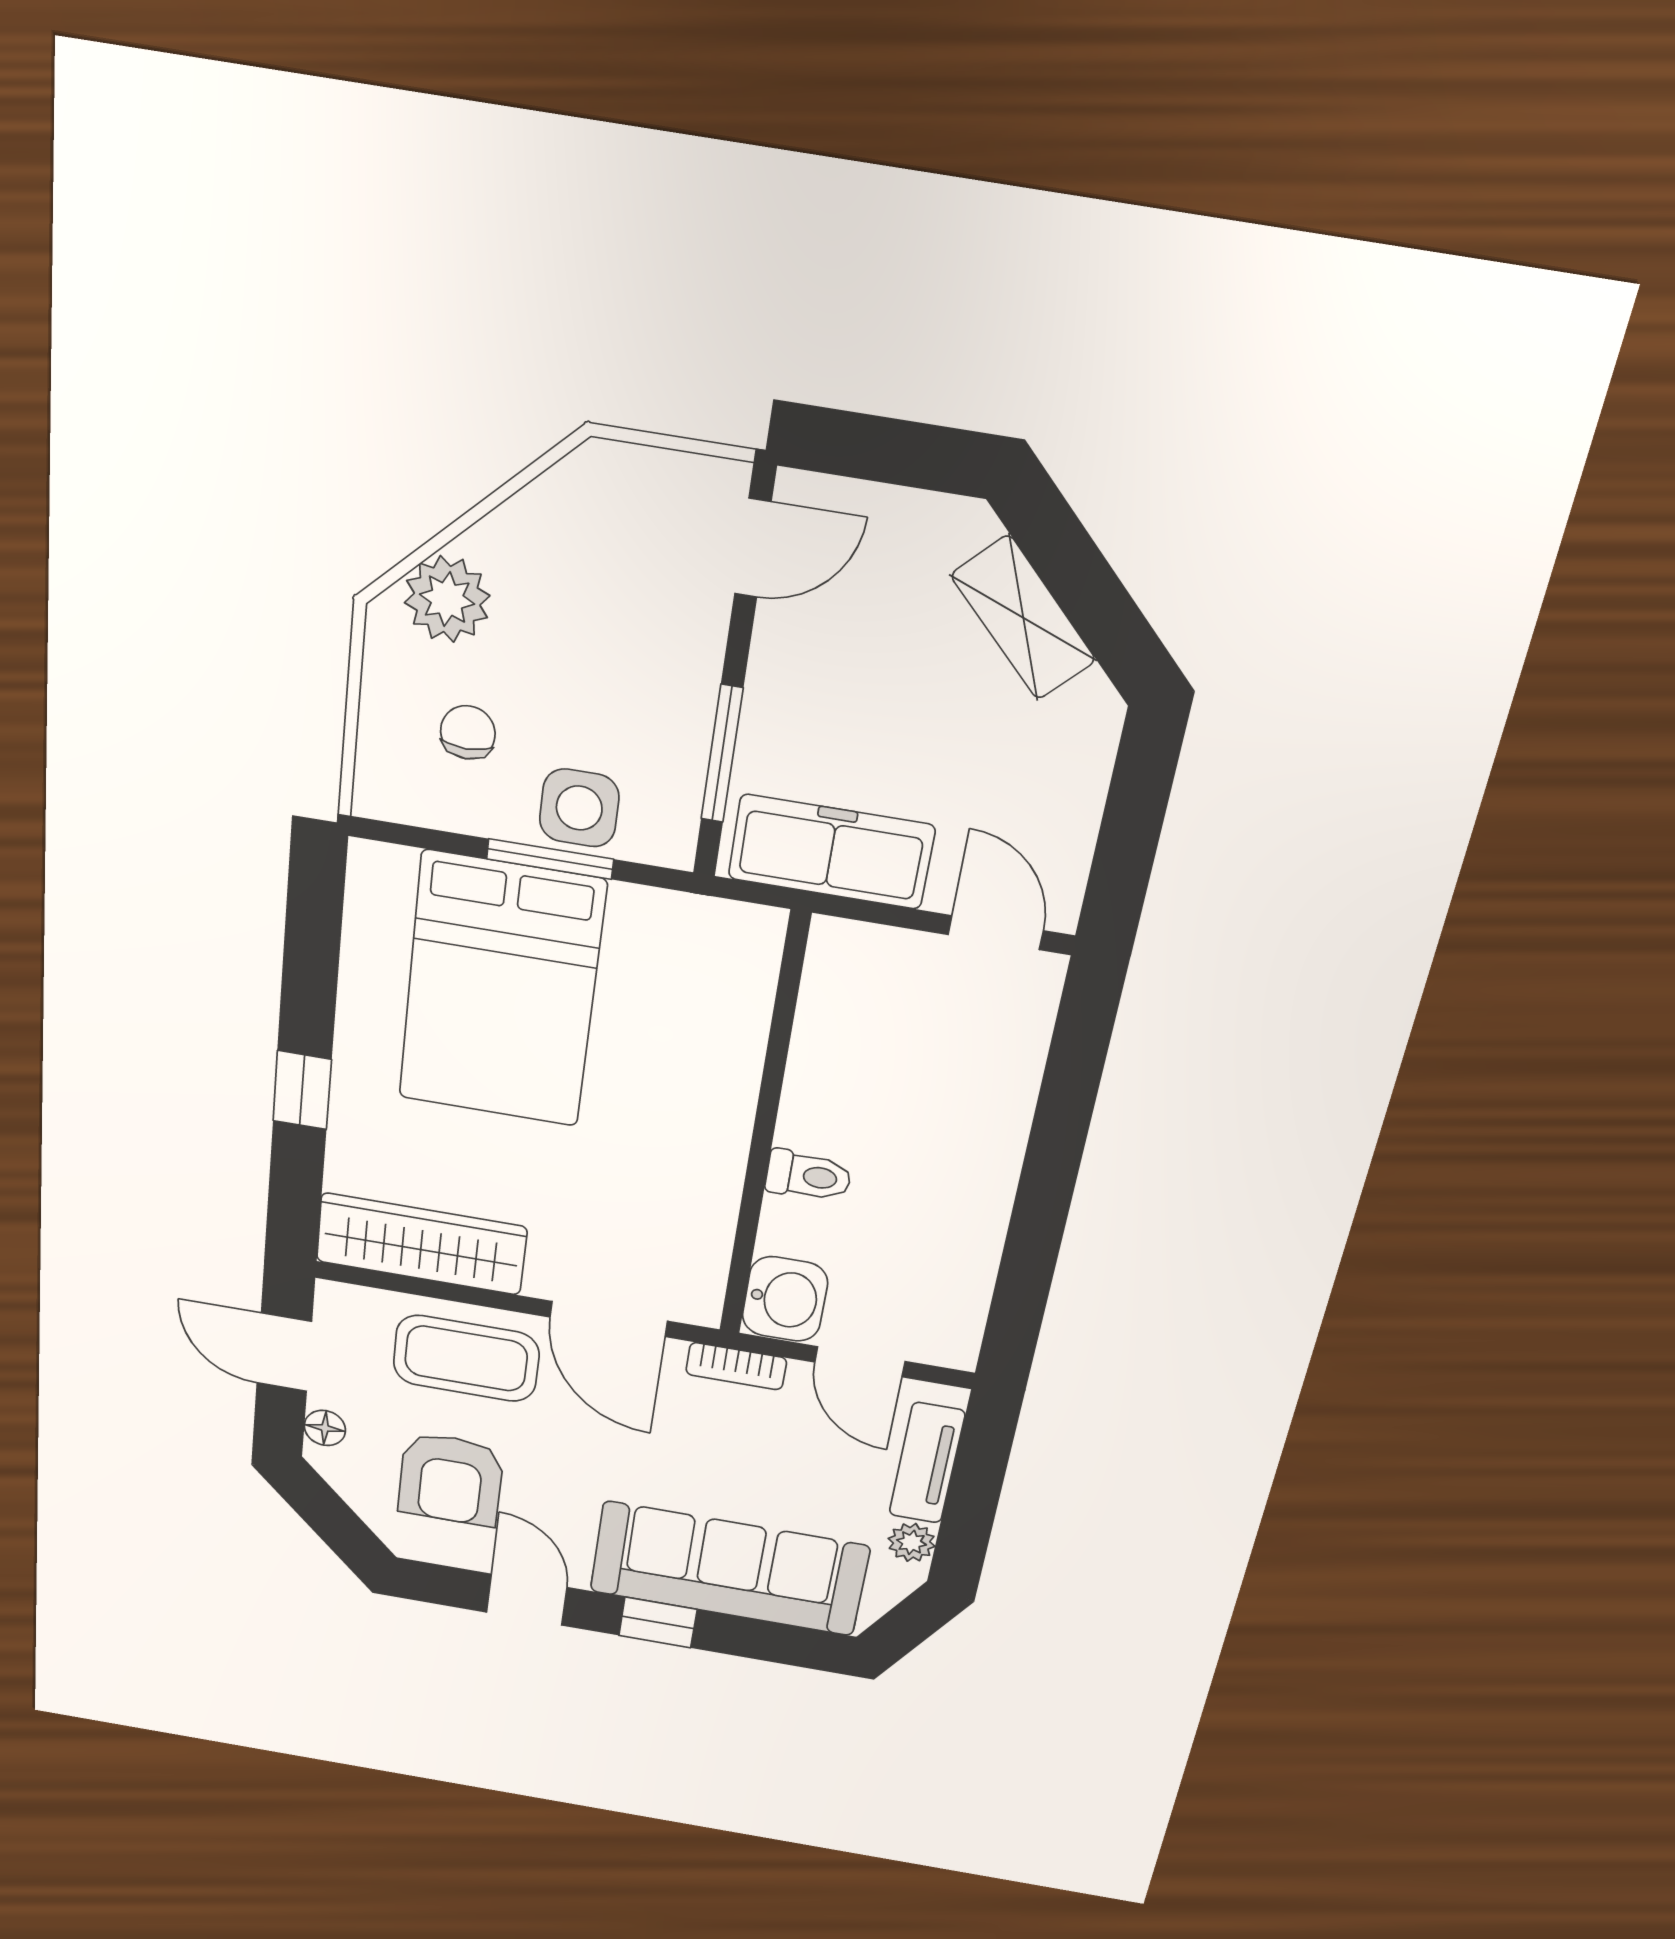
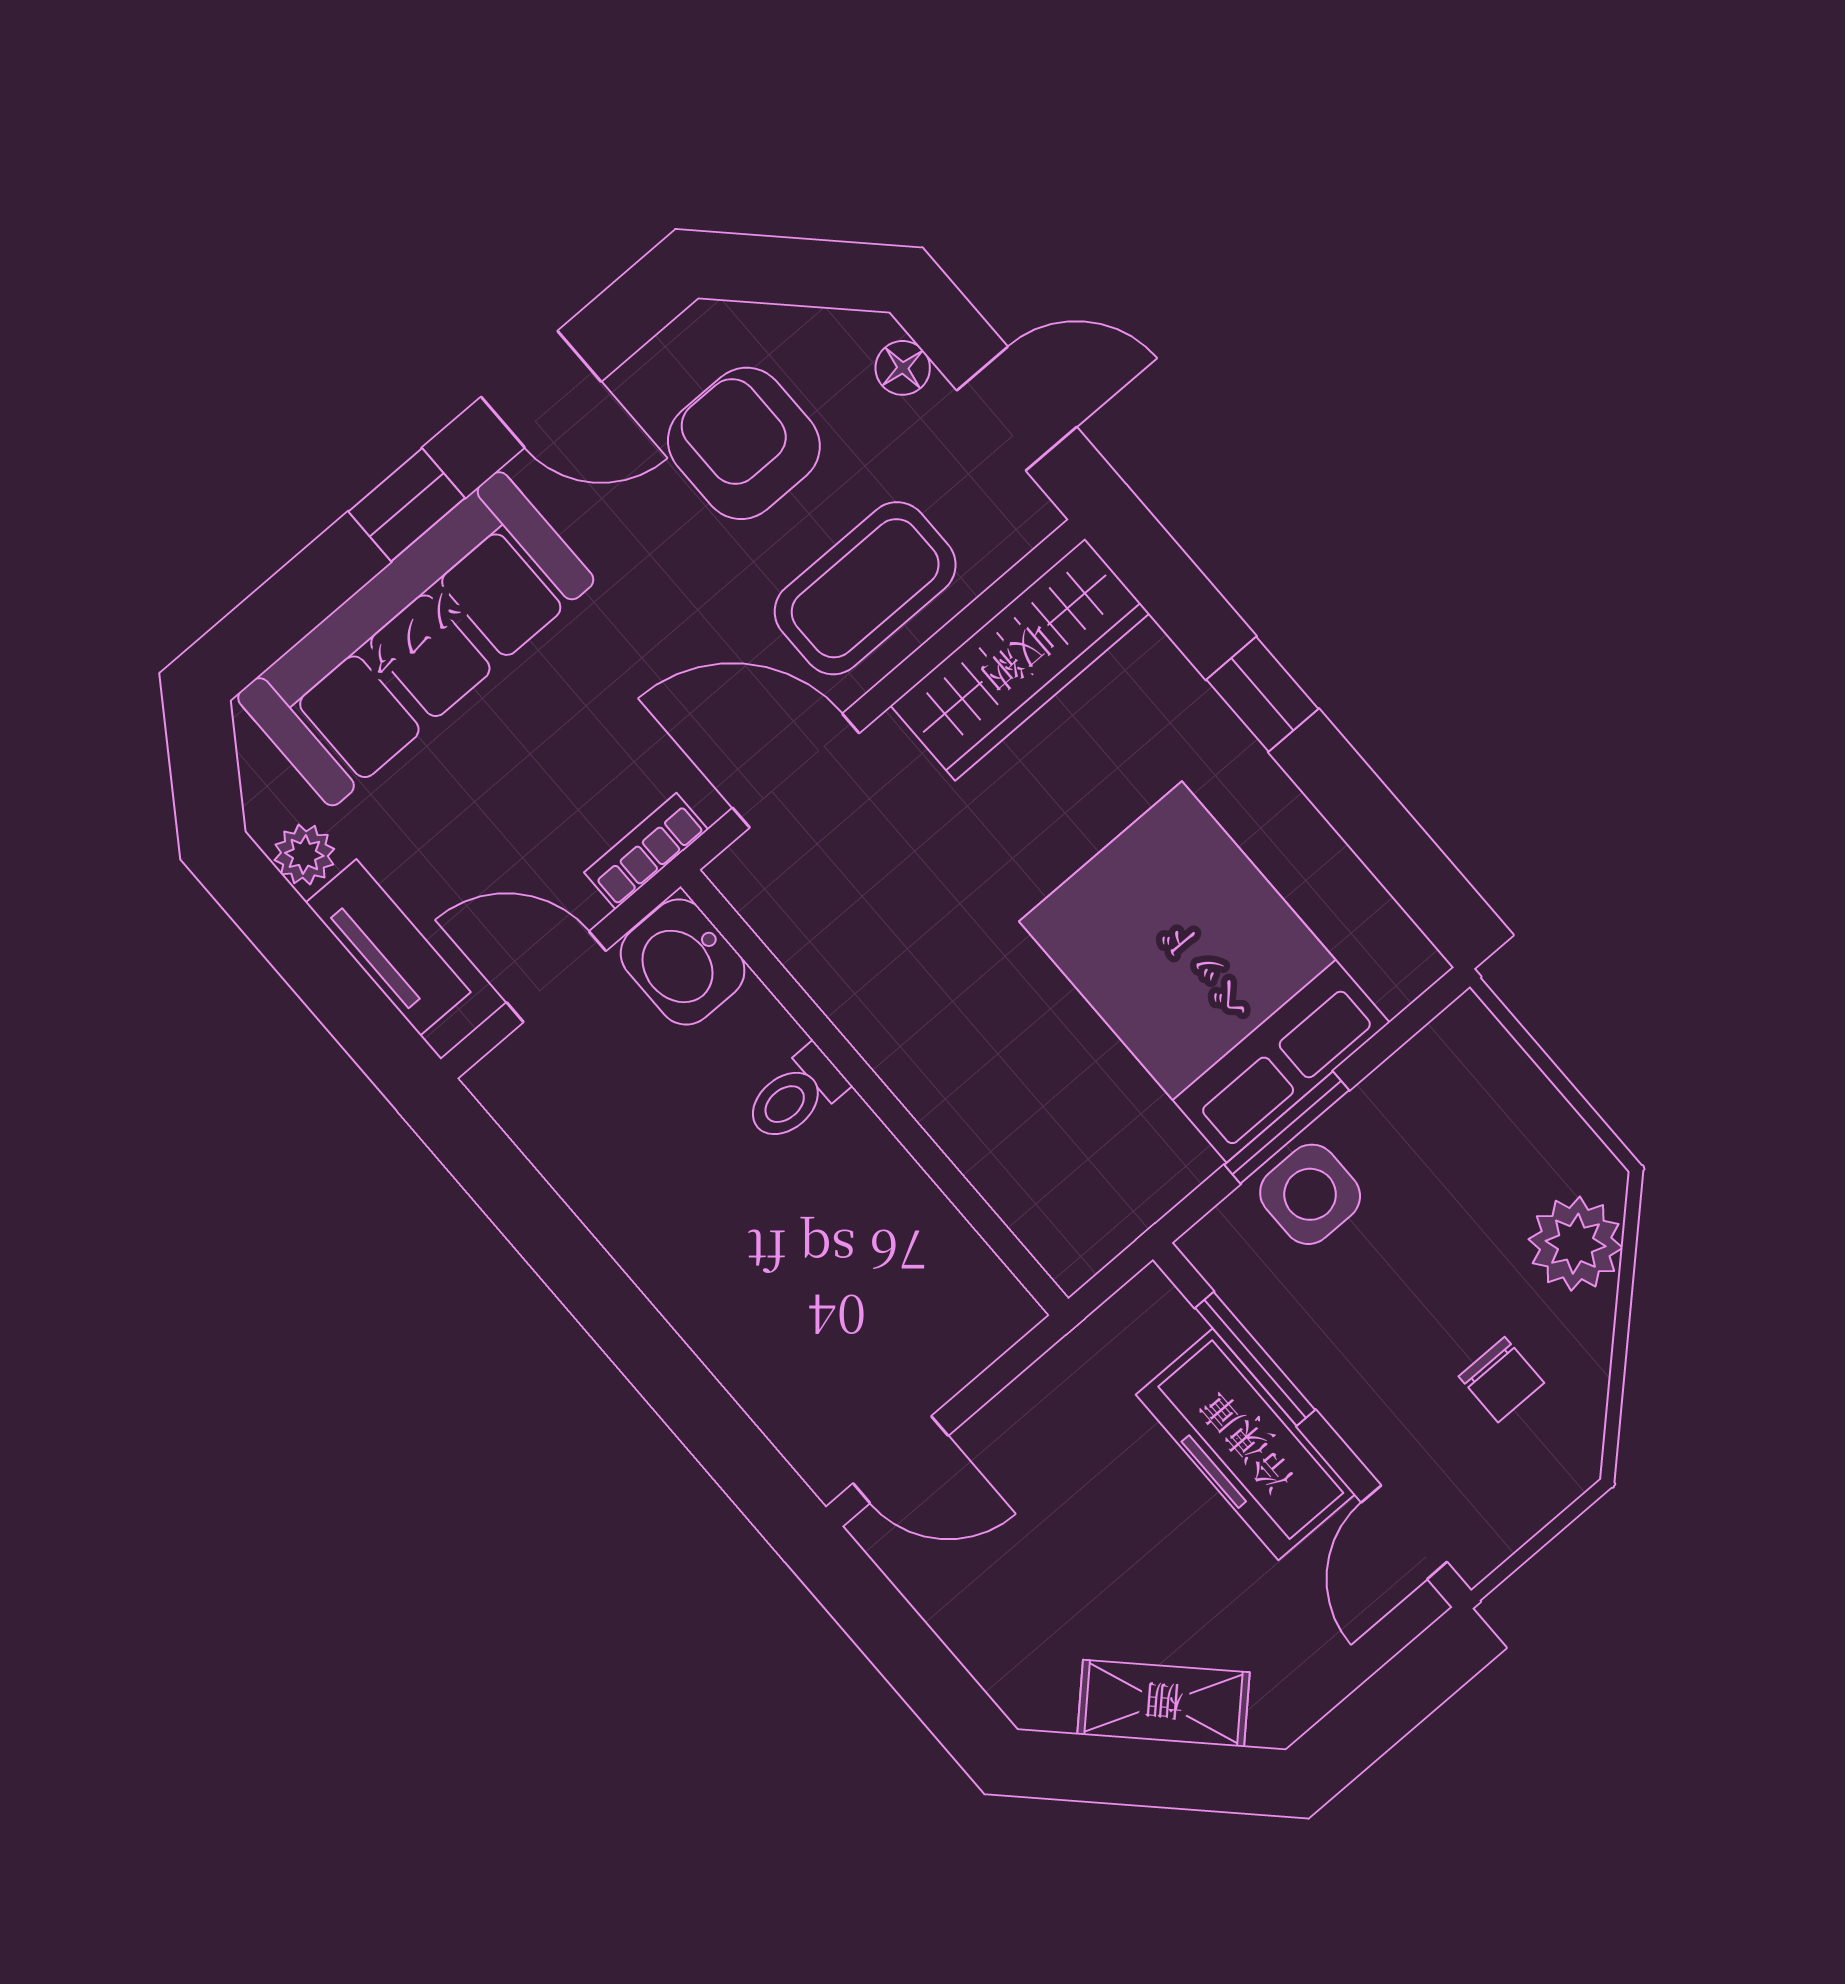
chair: (468, 732) -> (1501, 1380), moved
freezer: (831, 852) -> (1245, 1444), moved, turned 90

